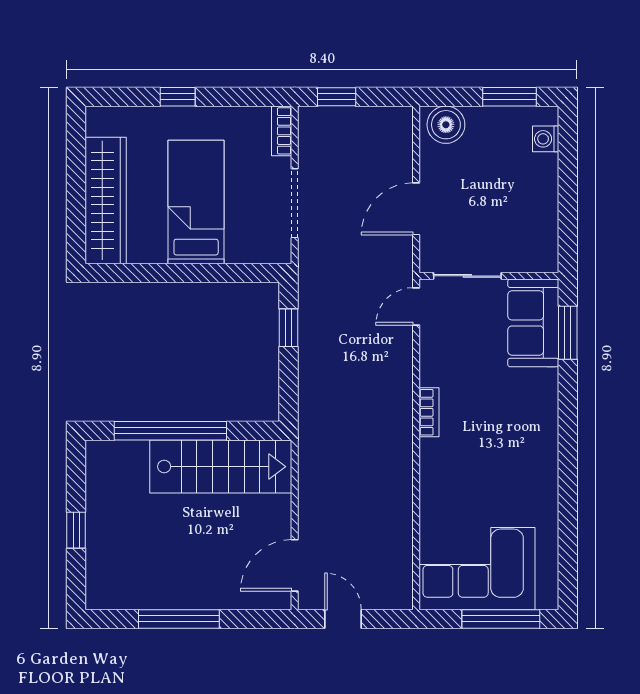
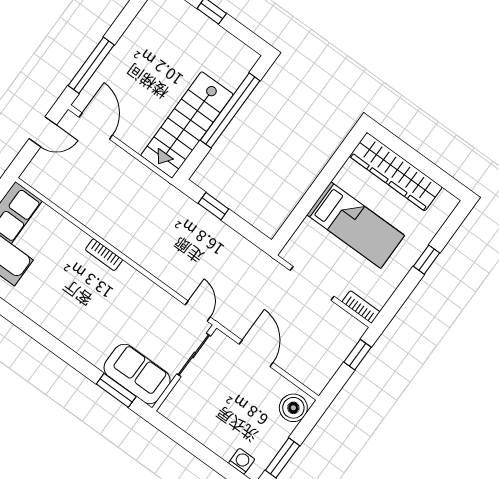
window: (289, 328) -> (213, 206), moved
bookcase: (429, 412) -> (104, 255), moved
window: (179, 619) -> (91, 65), moved

